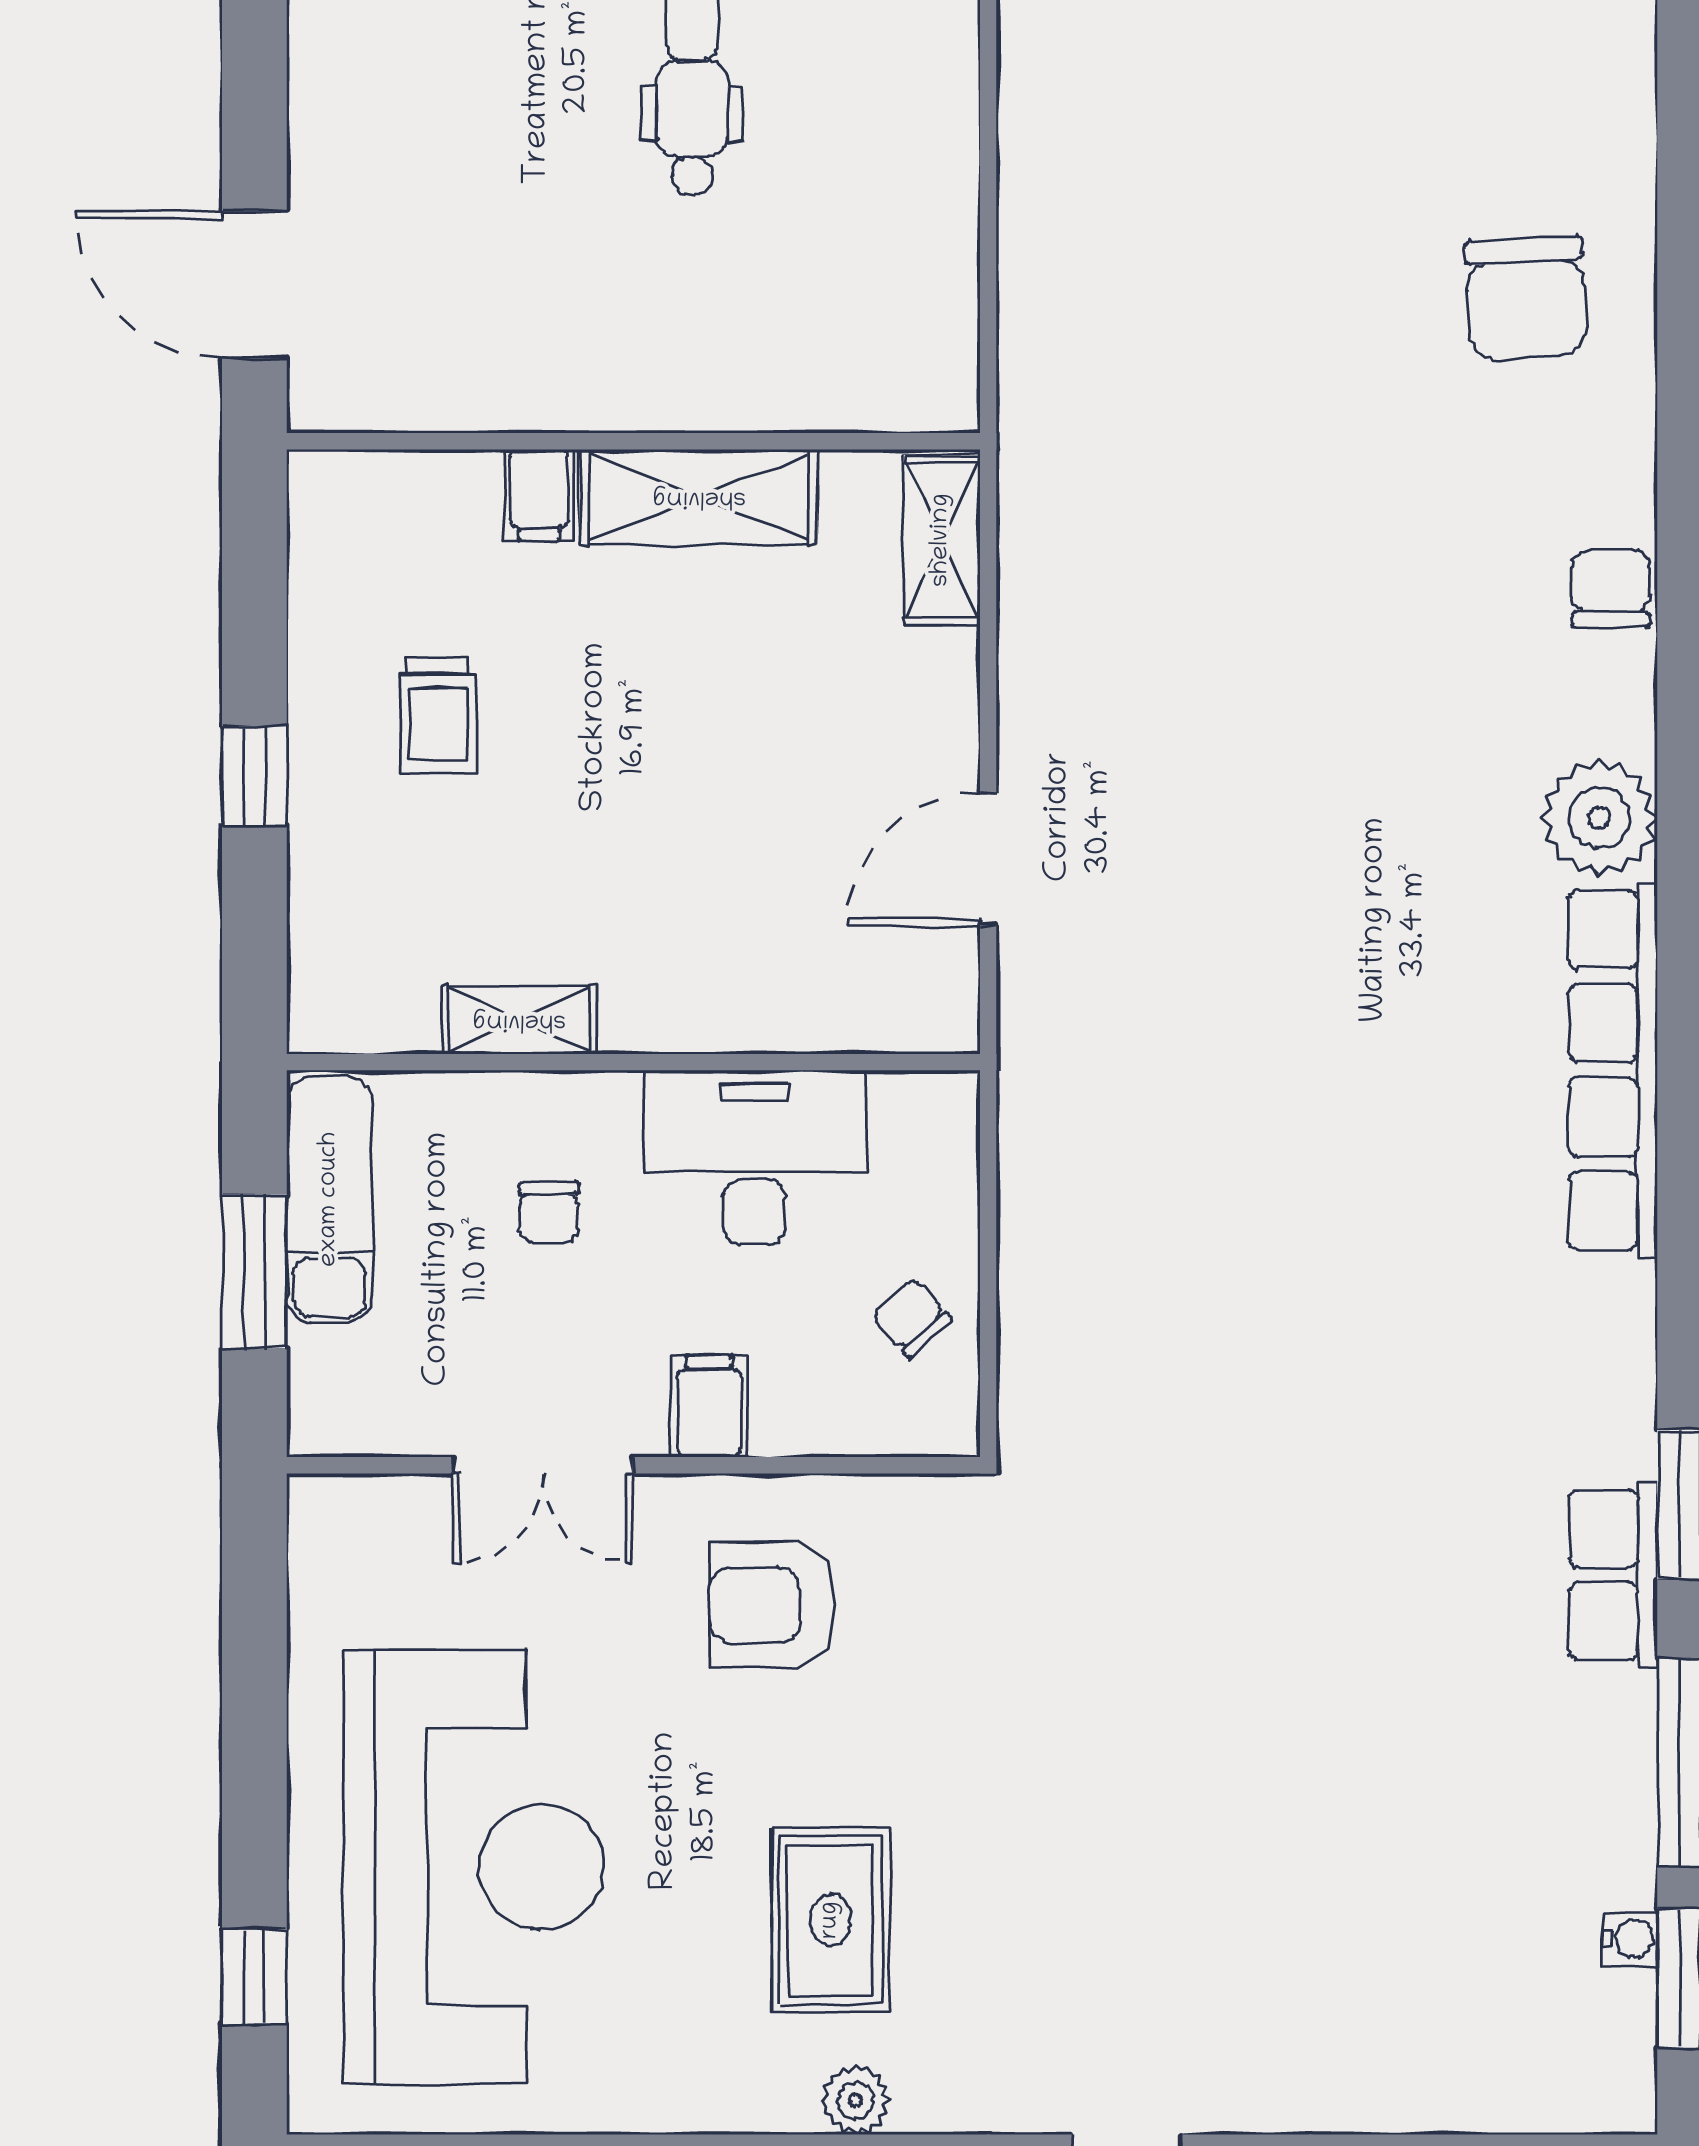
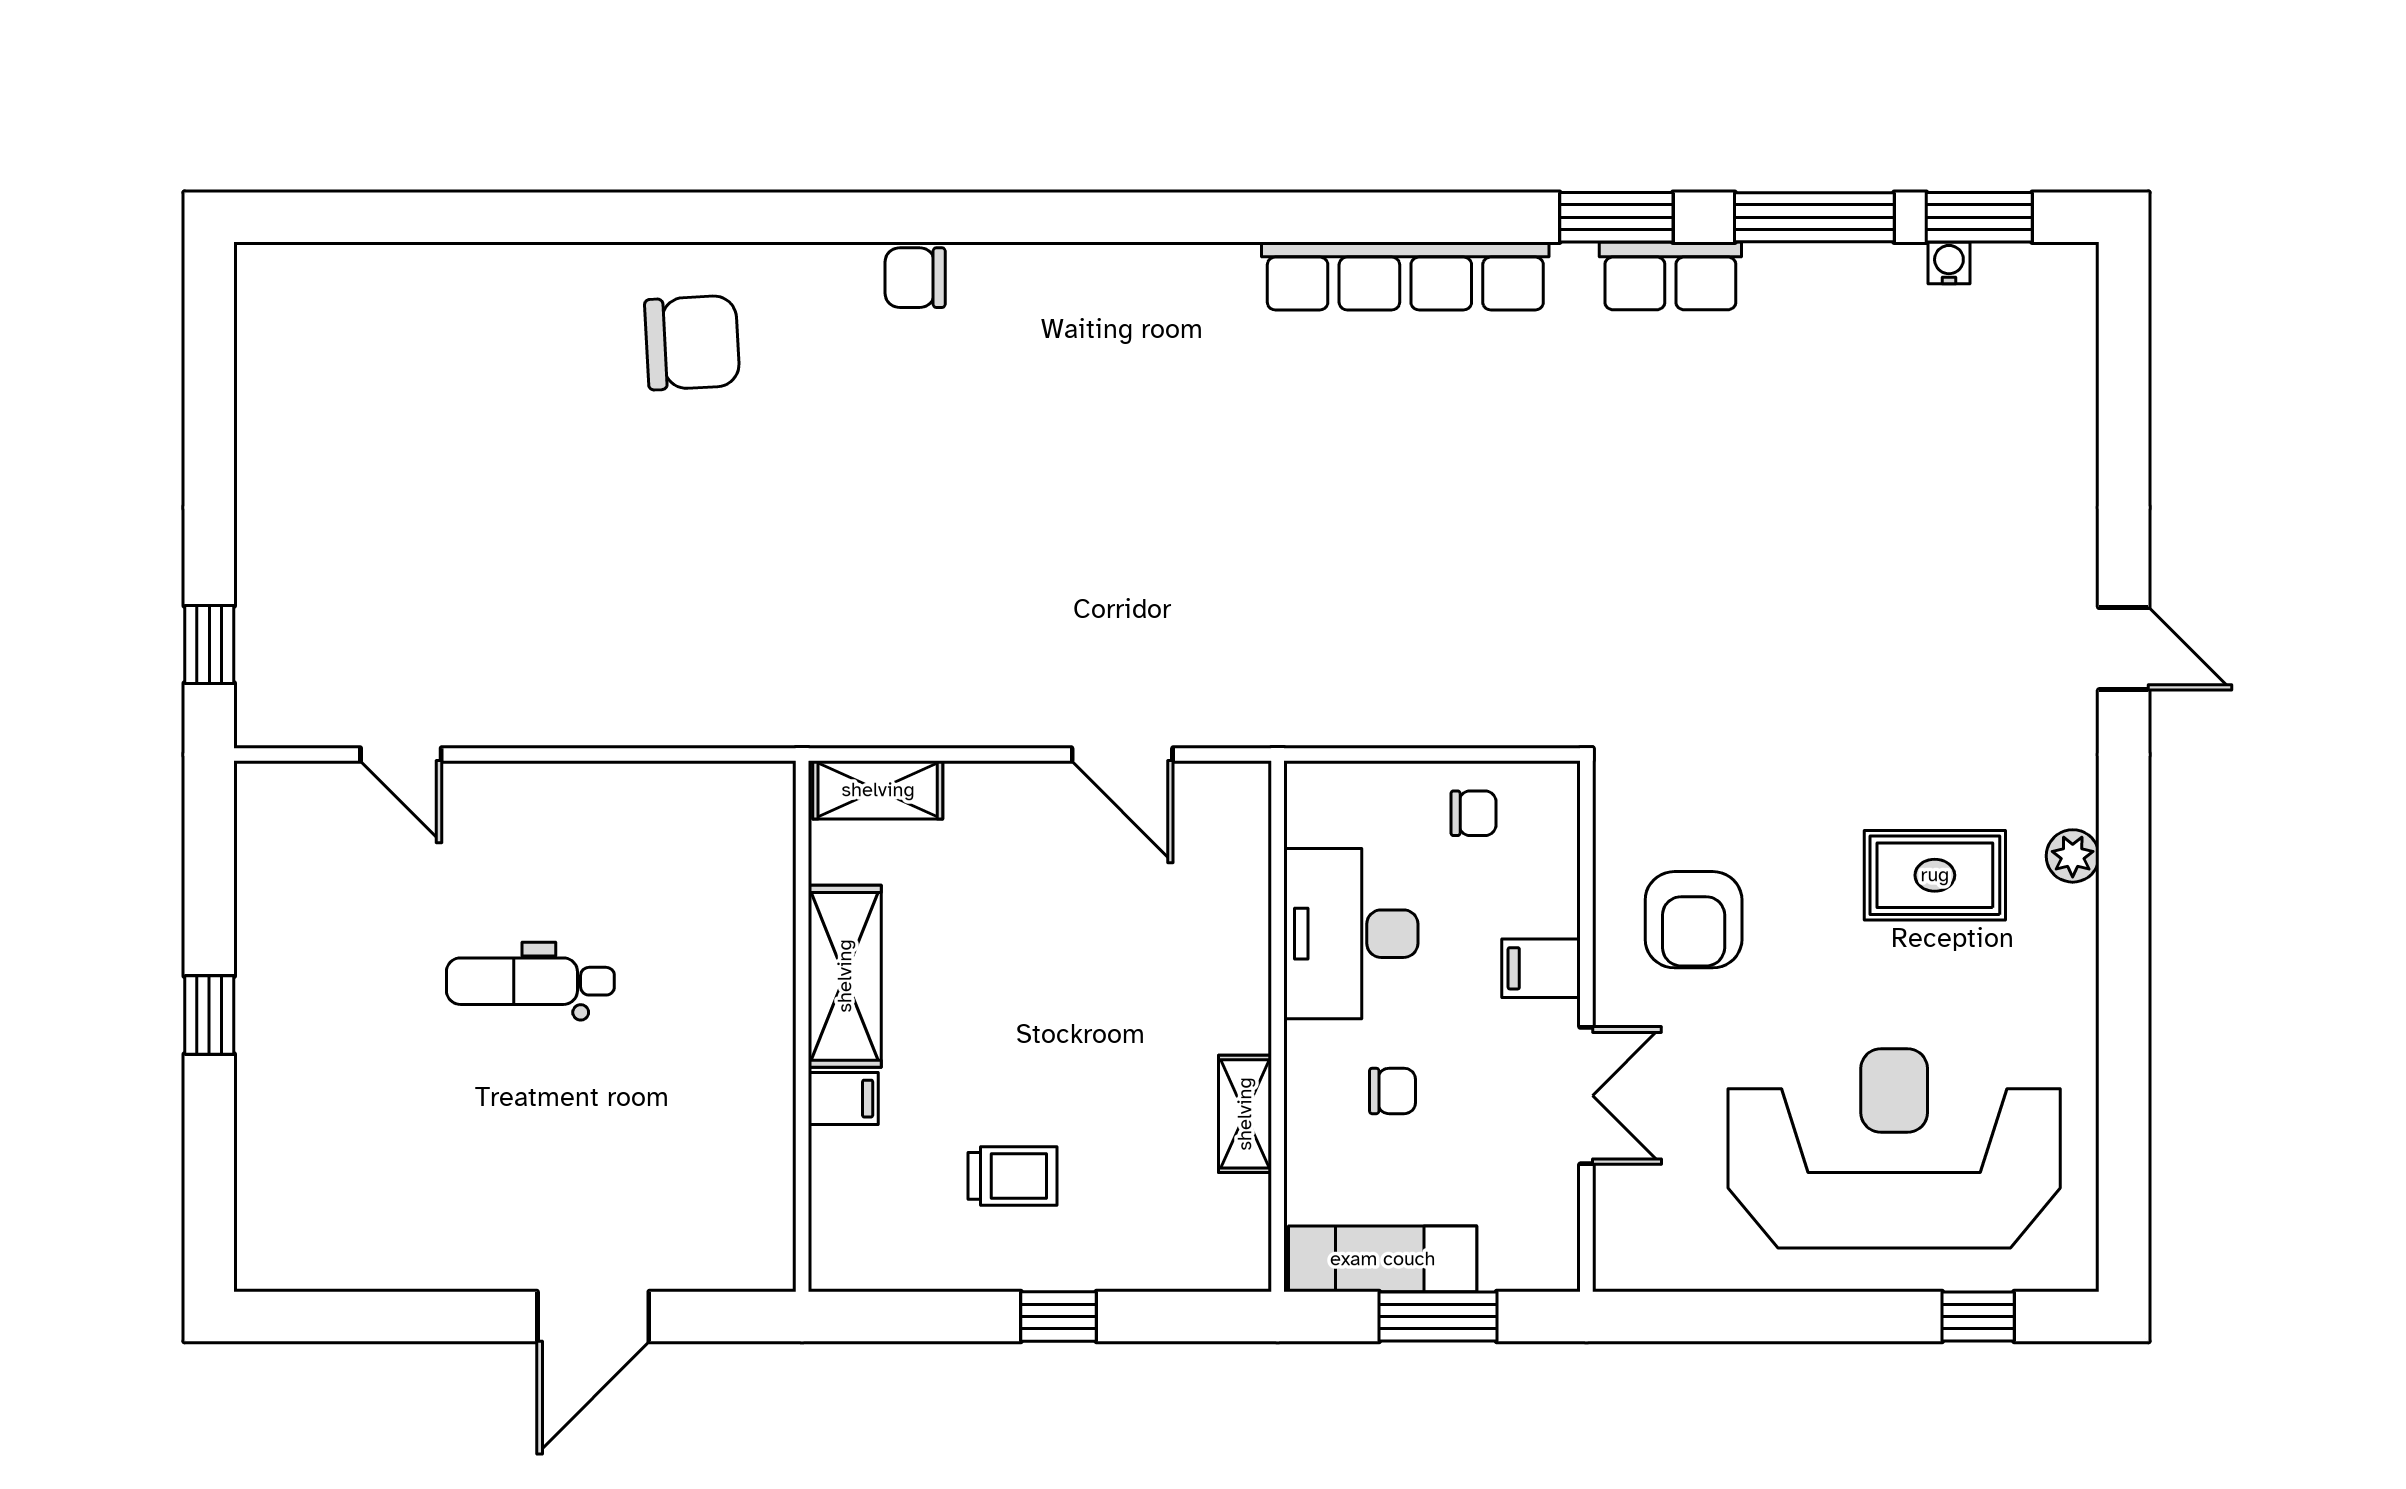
door: (254, 285) -> (593, 1317), moved
plant: (1599, 818) -> (1091, 287), removed
row of seats: (1613, 1070) -> (1405, 276), moved
chair: (912, 1318) -> (1473, 813), turned -137

